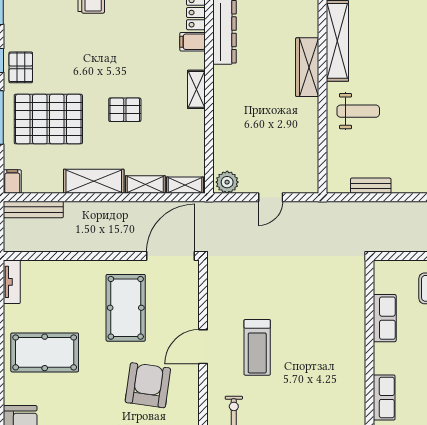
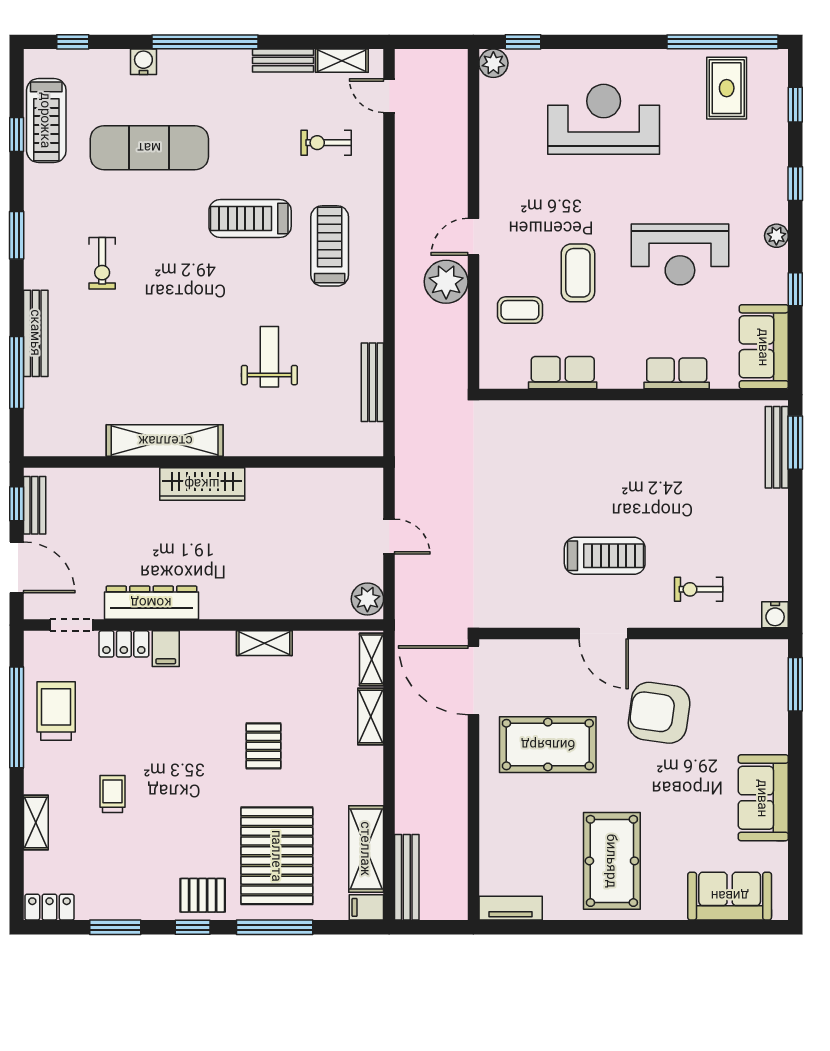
shelving: (196, 89) -> (264, 643), moved
weight bench: (358, 111) -> (269, 357), moved
shelving: (94, 181) -> (366, 849), moved
bench: (371, 186) -> (372, 382), width x1.36

